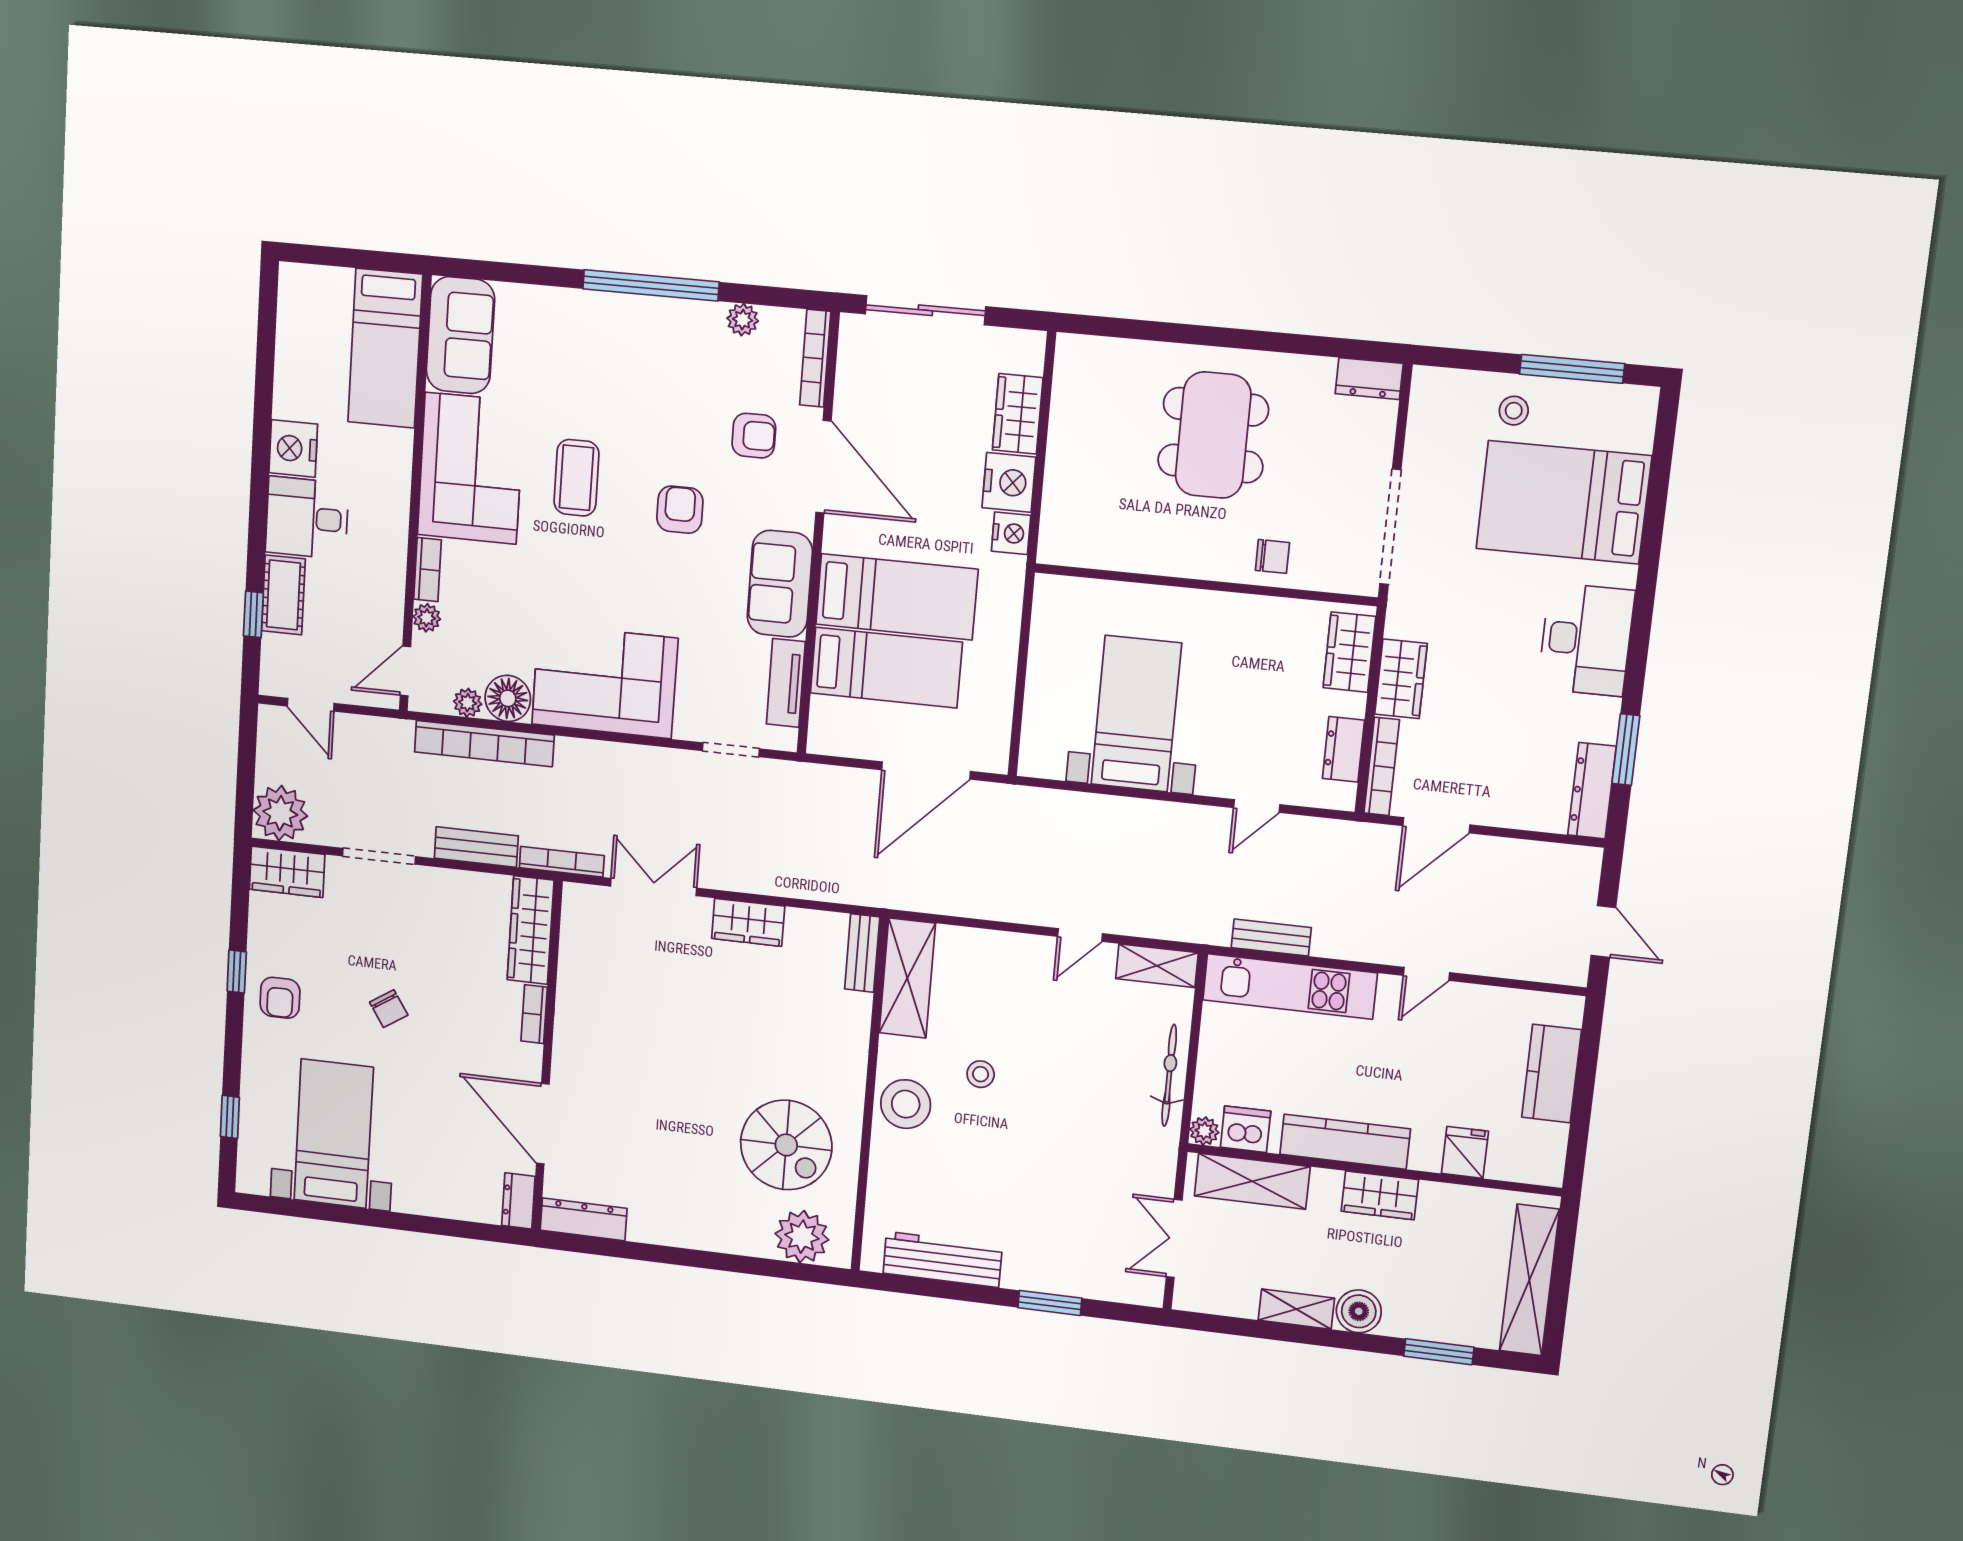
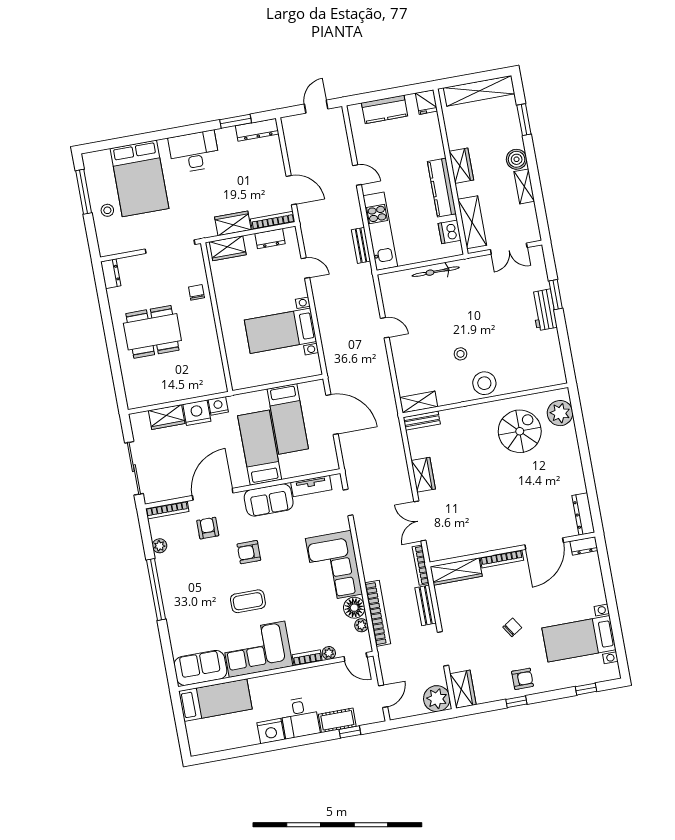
bed: (886, 668) -> (288, 419), moved, turned 180
shelving: (1157, 966) -> (388, 291), removed
shelving: (907, 978) -> (419, 402), width x0.67, depth x0.75
bookcase: (534, 1014) -> (502, 559), width x1.56
plant: (1204, 1131) -> (456, 249), removed
fridge: (1465, 1152) -> (426, 102), moved, turned -90
workbench: (943, 1259) -> (544, 310), moved, width x0.73

